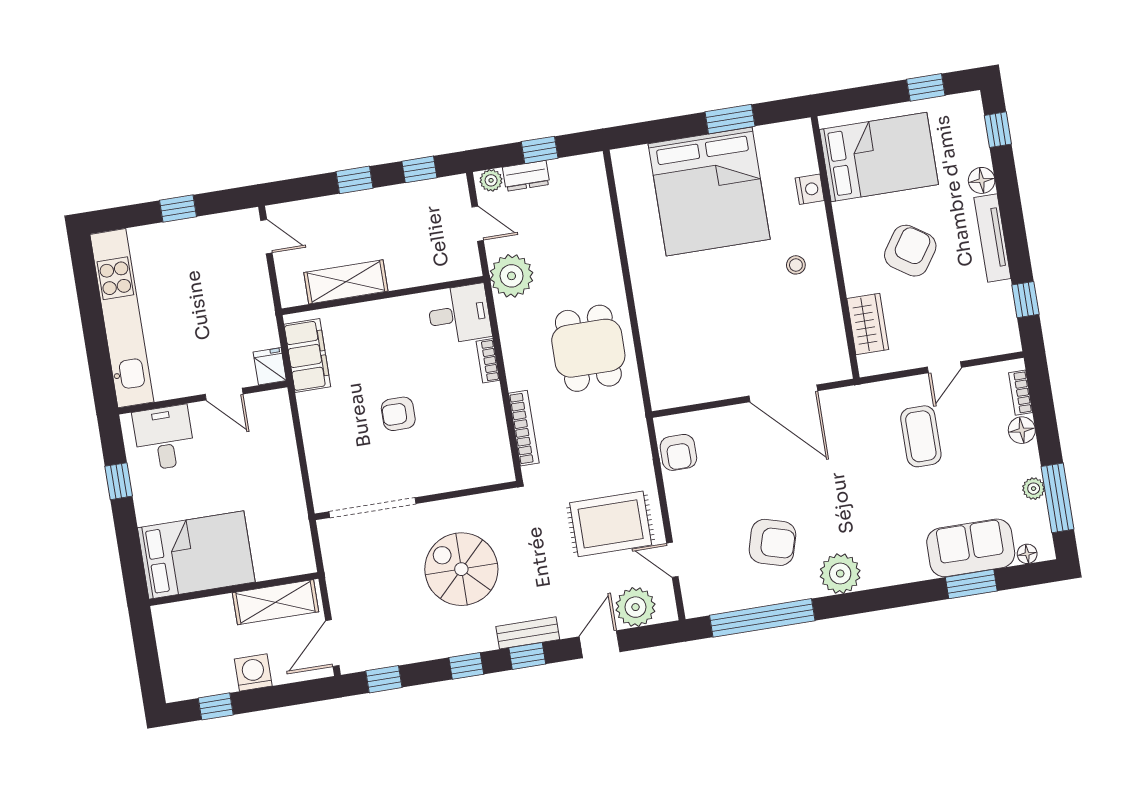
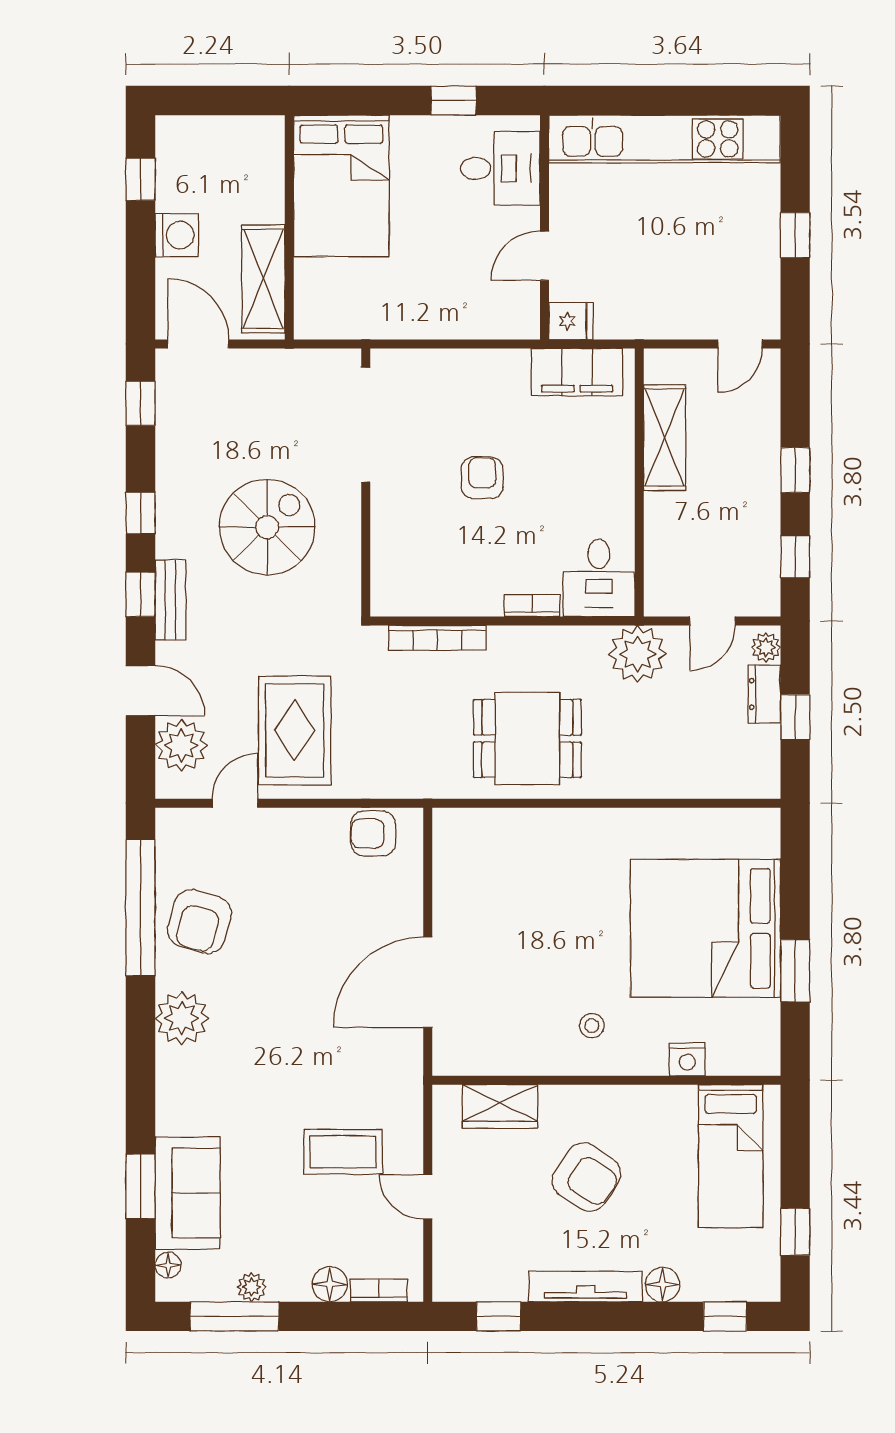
bed: (879, 157) -> (731, 1156), width x0.67
armchair: (772, 542) -> (200, 922), moved

